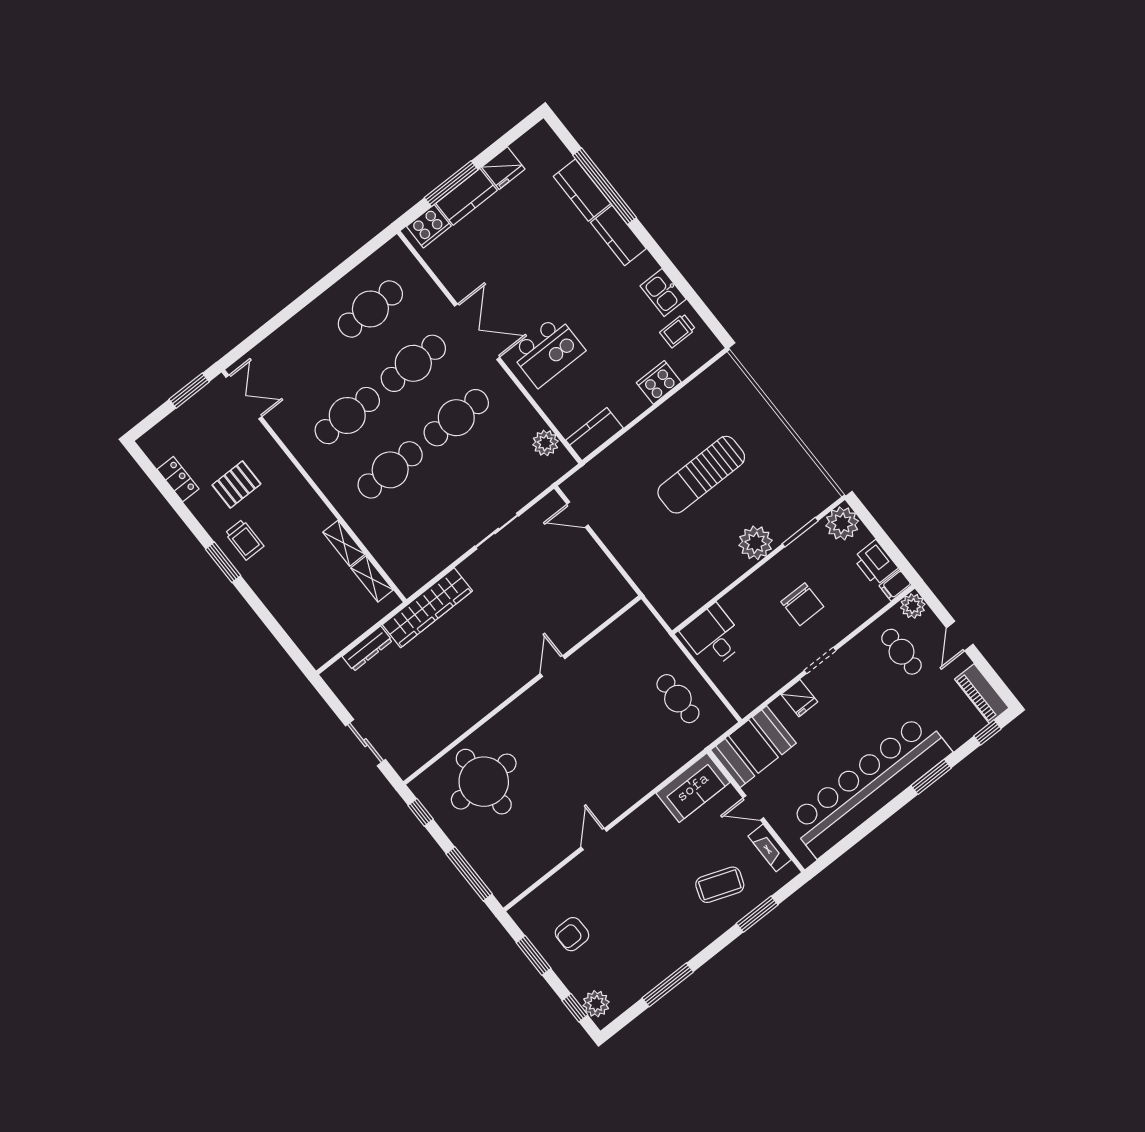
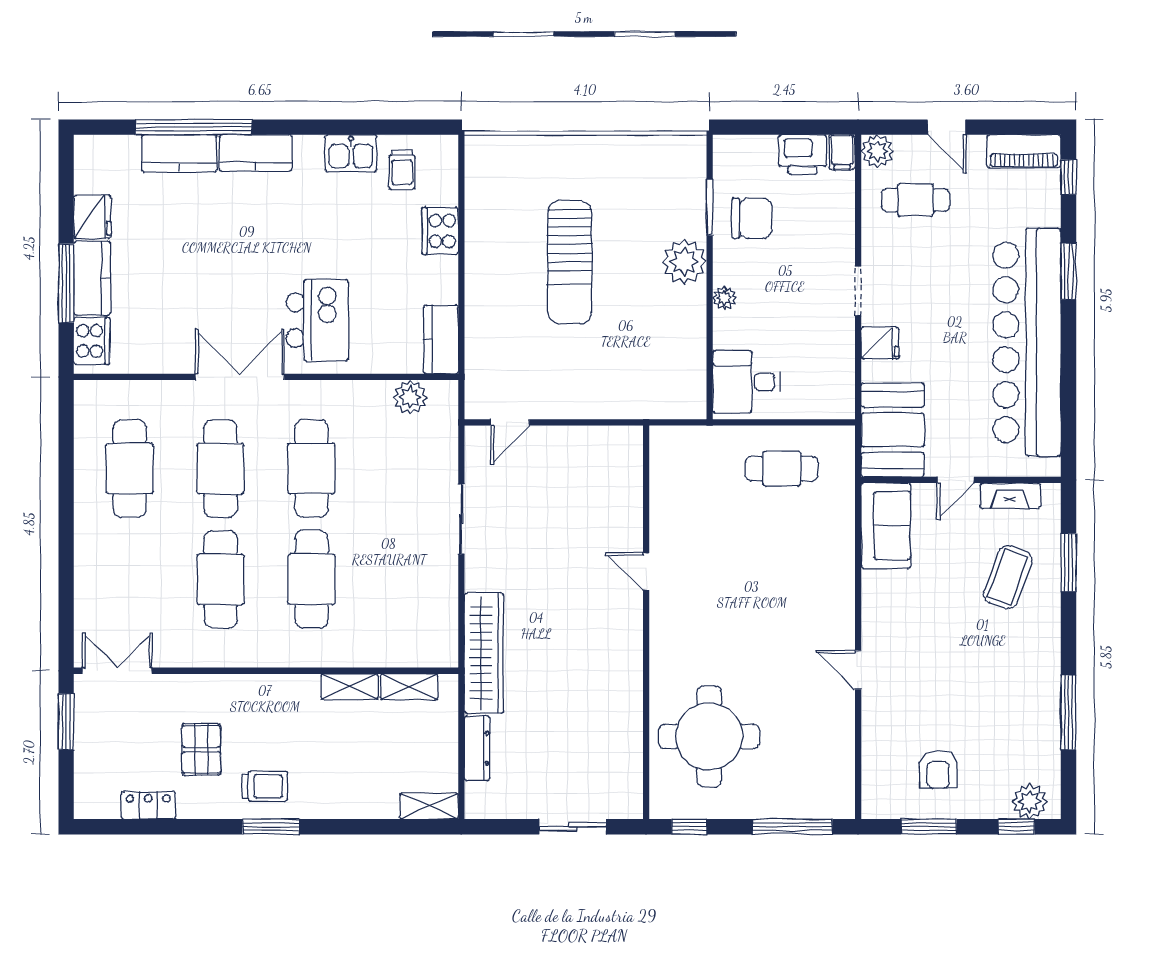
plant: (842, 523) -> (724, 298), moved, width x0.53, depth x0.53
chair: (802, 604) -> (752, 218), moved
shelving: (310, 647) -> (429, 806), added

